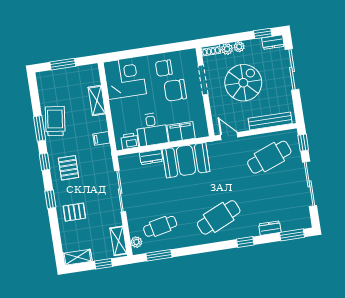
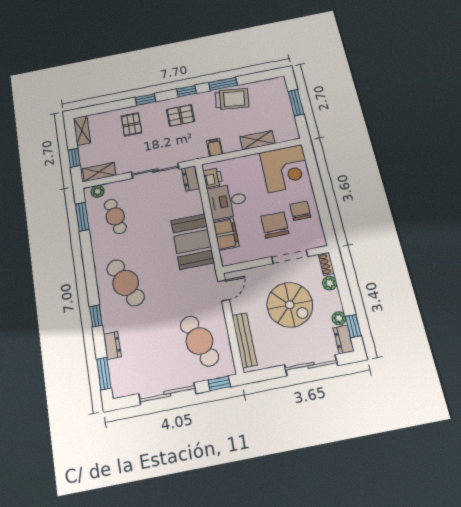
plant: (239, 47) -> (339, 318), moved
dresser: (151, 157) -> (191, 178), moved

